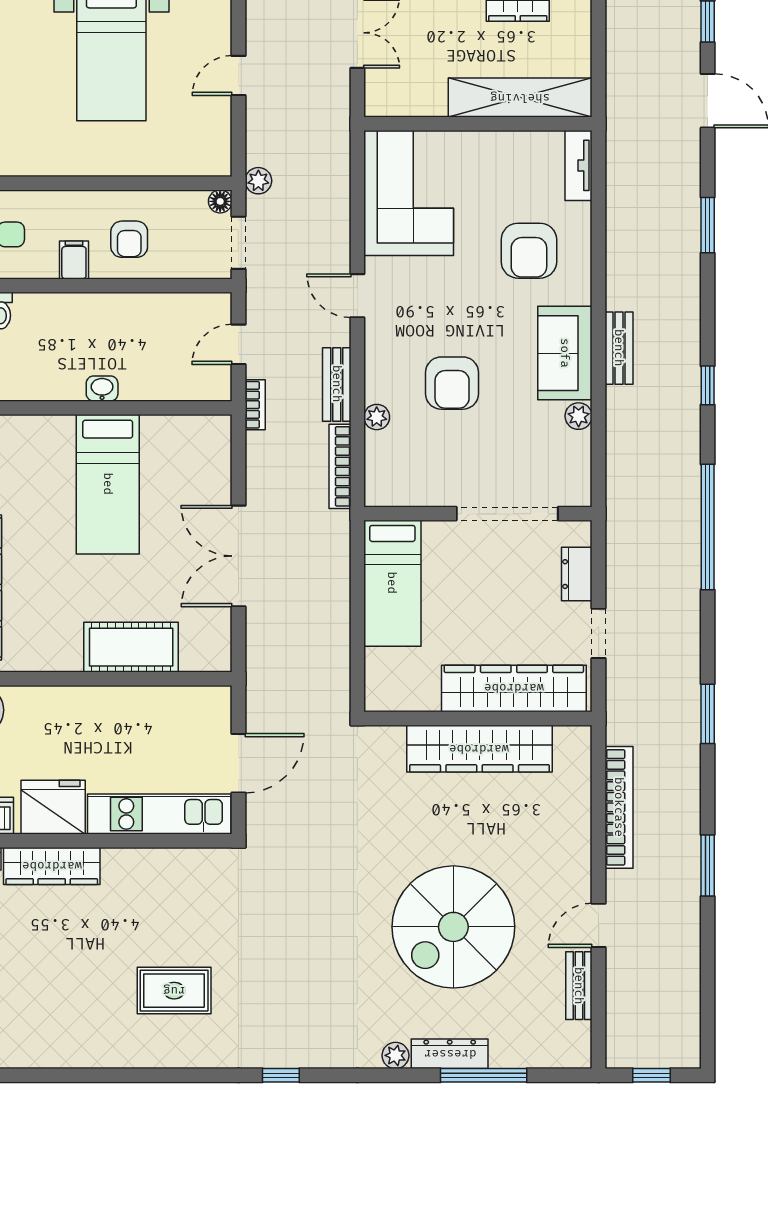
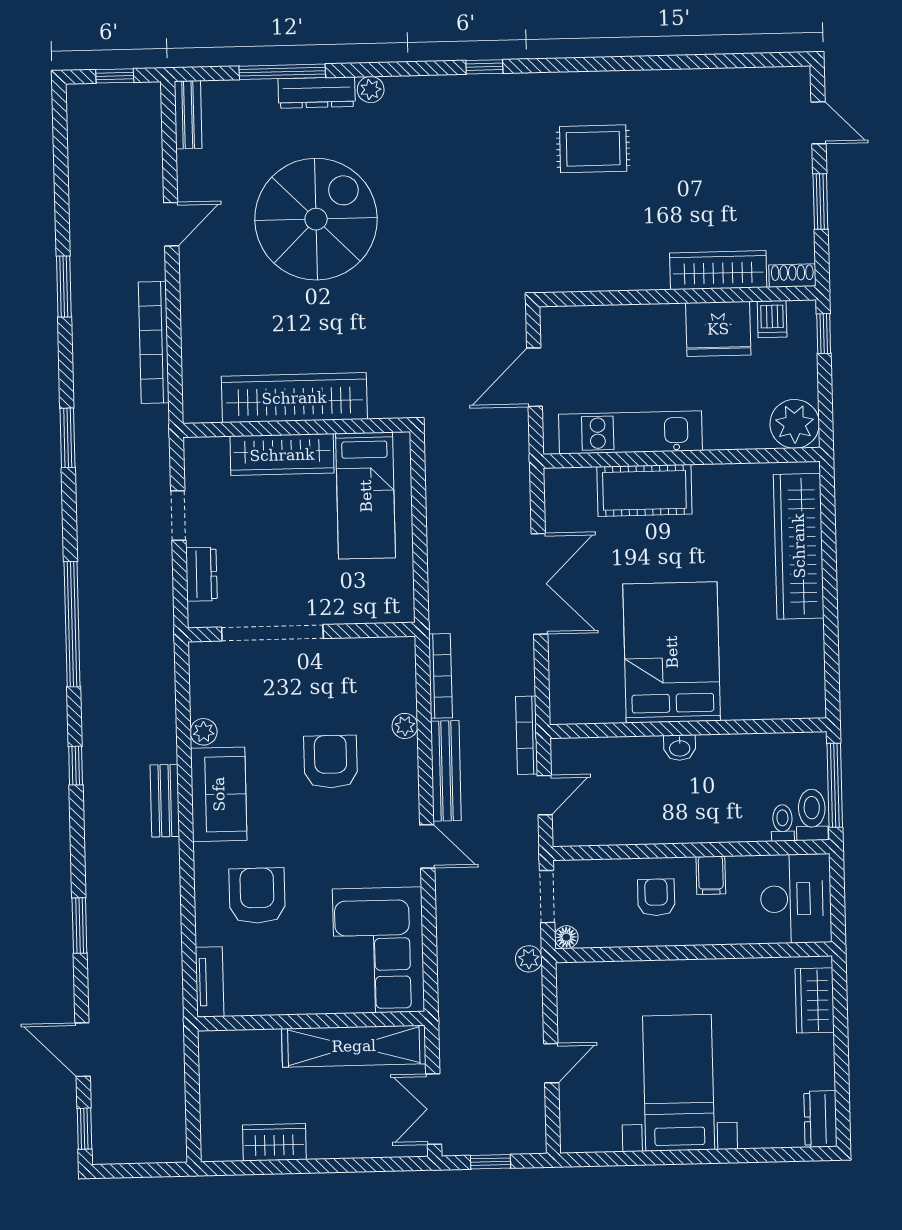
shelving: (520, 98) -> (354, 1046), moved
bench: (337, 384) -> (446, 771), width x1.36
bookcase: (255, 405) -> (527, 735), width x1.56
bed: (108, 484) -> (672, 652), width x1.50
bed: (392, 583) -> (366, 496), moved, turned 180
wardrobe: (514, 688) -> (282, 455), width x0.71, depth x0.85
kitchen unit: (159, 814) -> (631, 432), moved, turned 180
bench: (579, 986) -> (188, 115), moved

